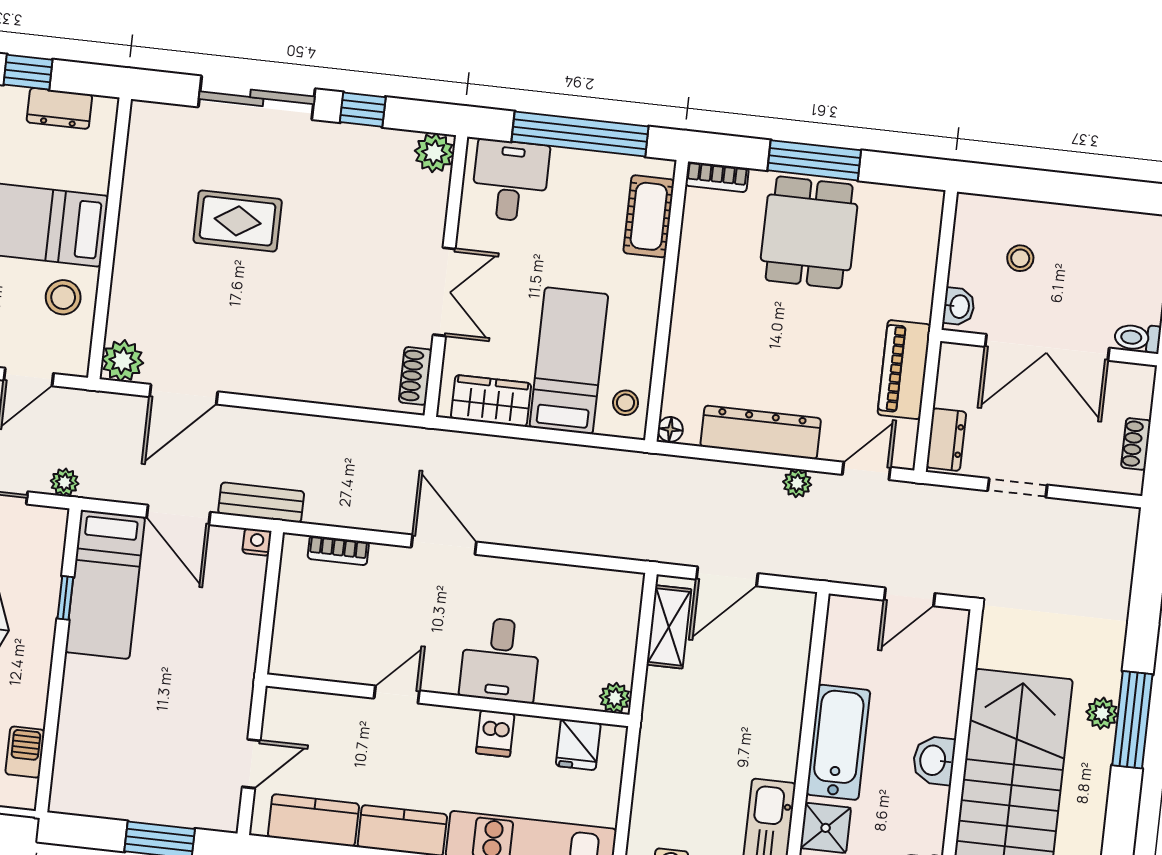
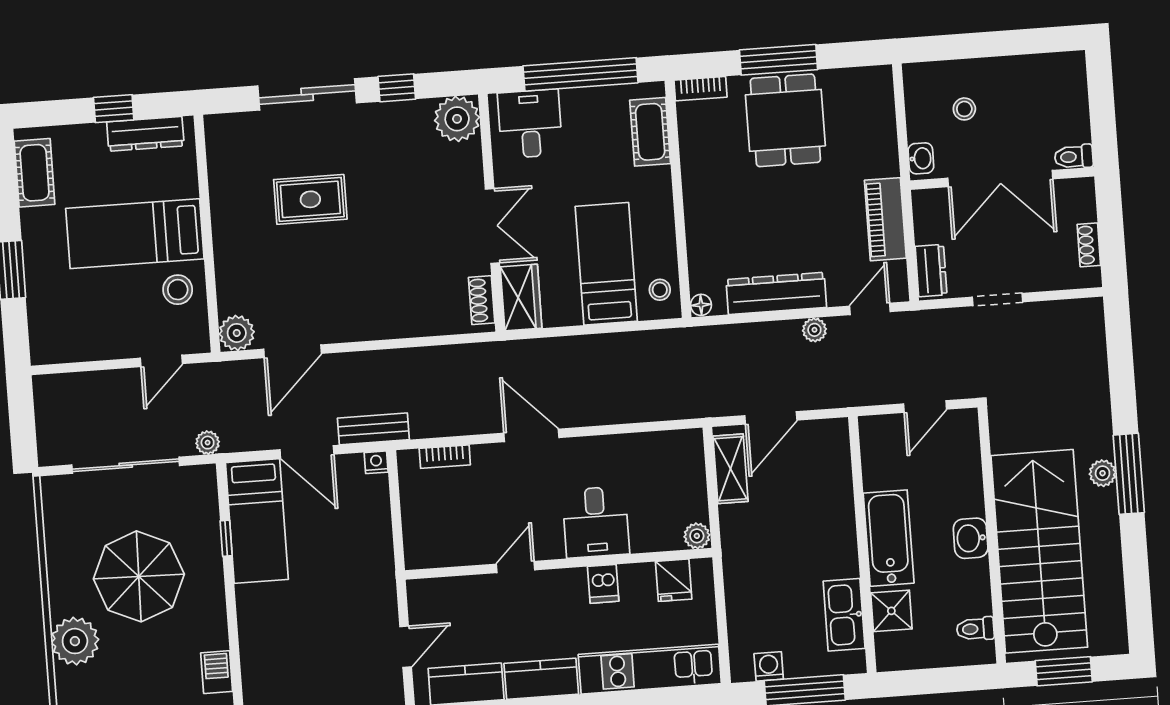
dresser: (59, 108) -> (145, 134), width x1.44
plant: (434, 153) -> (457, 119), width x1.36, depth x1.36
wardrobe: (491, 401) -> (521, 298), moved, turned 90

